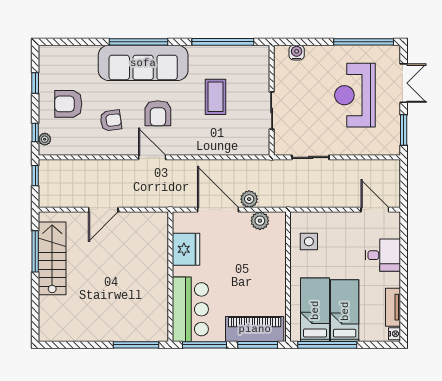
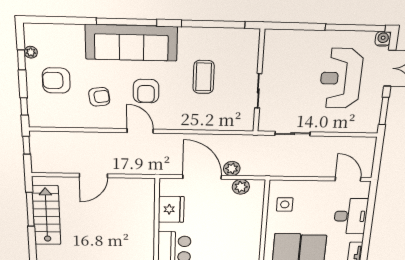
water cooler: (297, 53) -> (383, 39), moved
plant: (45, 139) -> (31, 52), moved
desk: (383, 255) -> (351, 216), width x1.37

